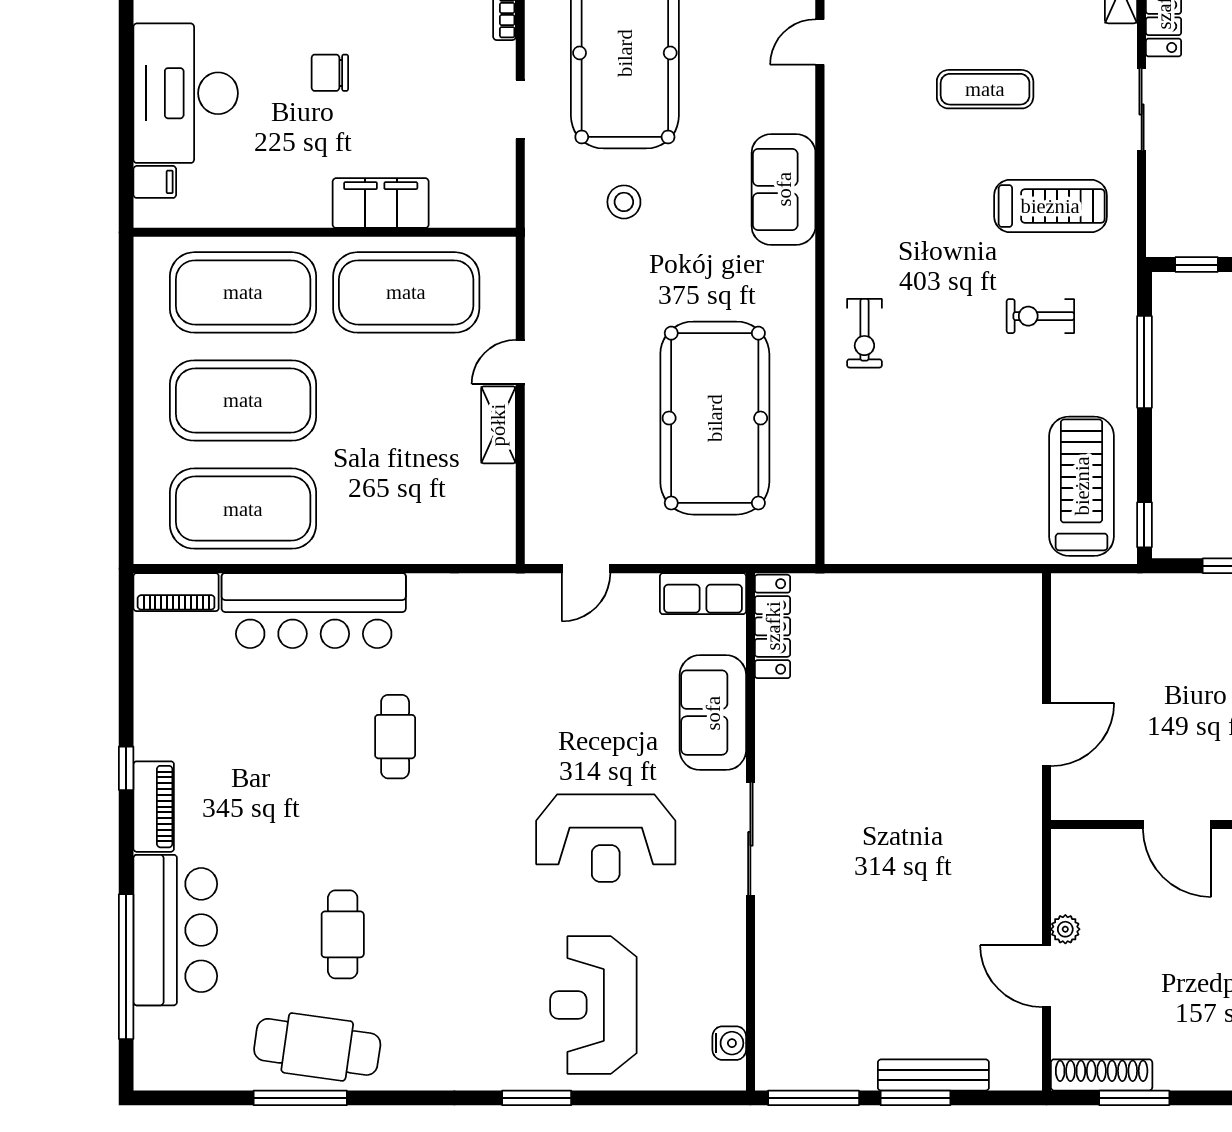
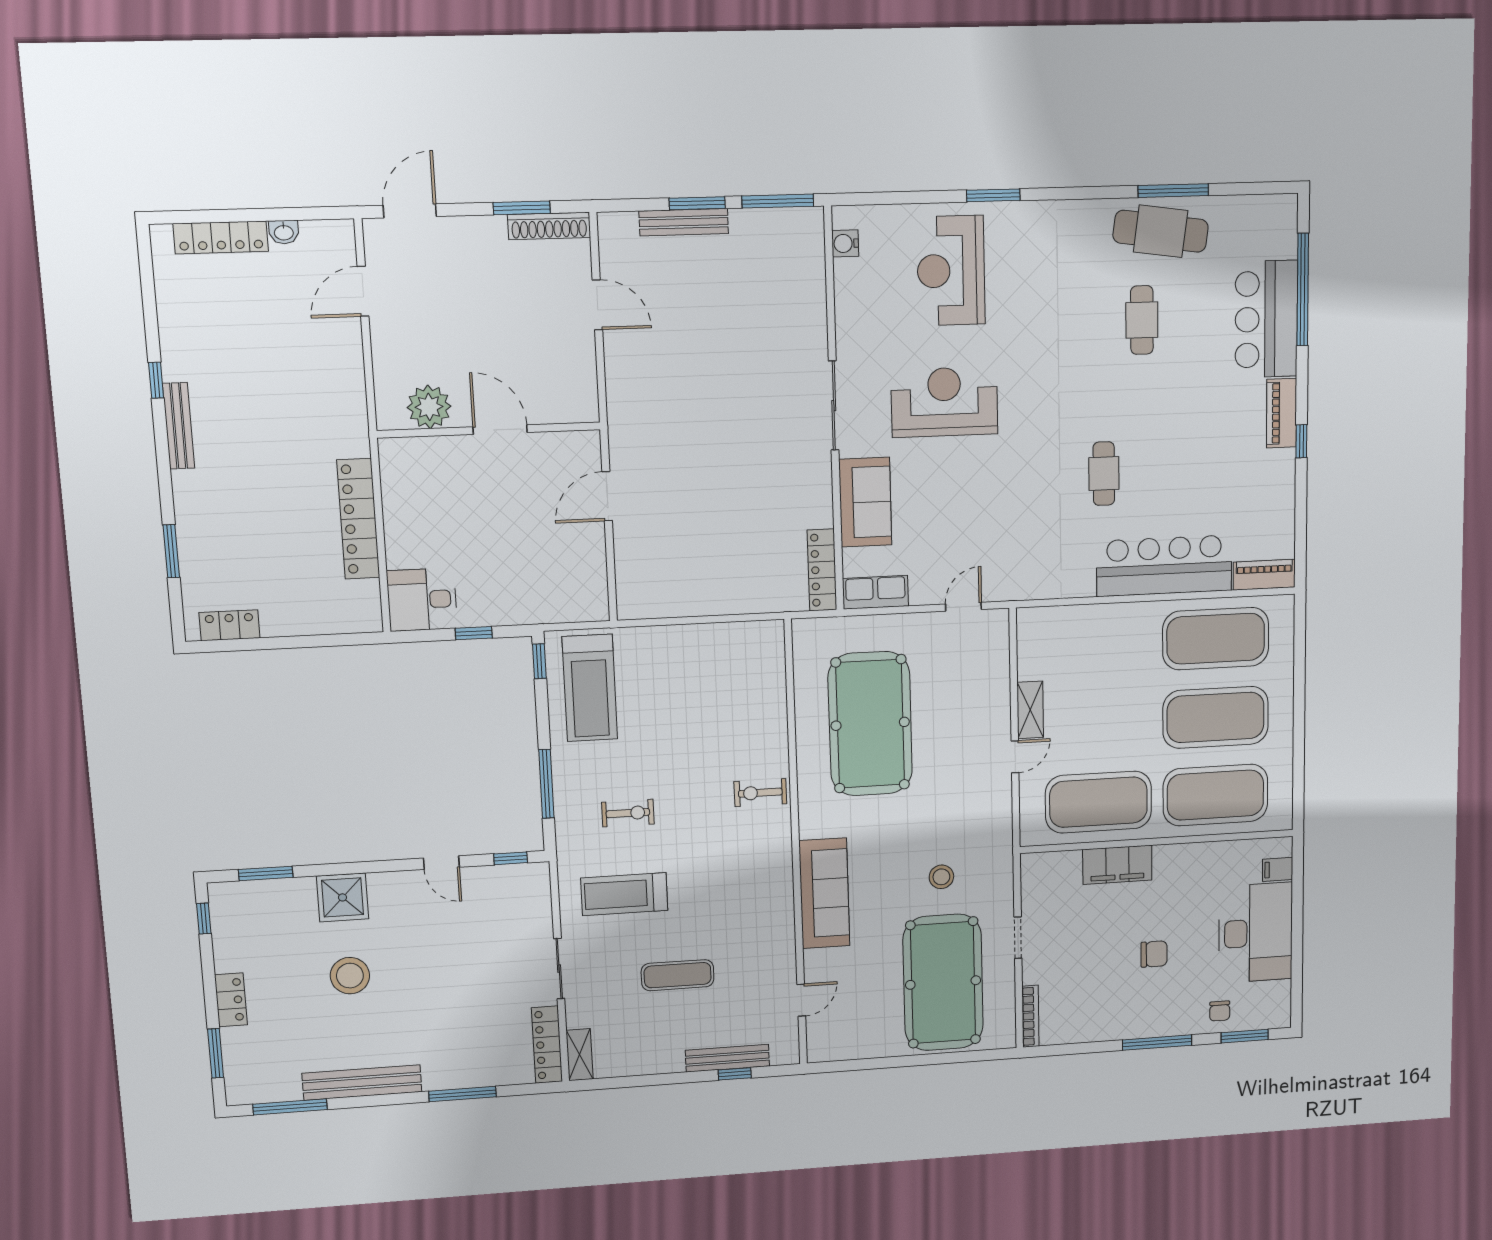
sofa: (784, 189) -> (824, 893), width x1.36
exercise bike: (864, 333) -> (760, 793), turned -90
plant: (1065, 929) -> (584, 343), removed
reception desk: (593, 1005) -> (951, 271), turned 180

